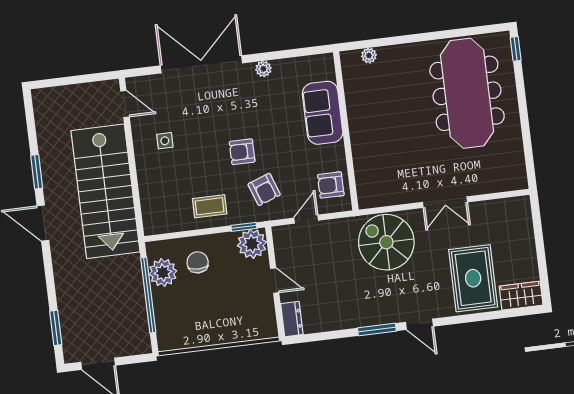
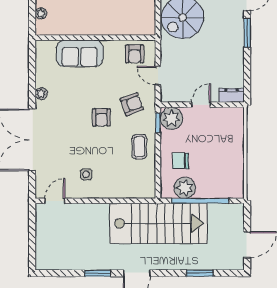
stairs: (105, 191) -> (159, 223), moved
window: (56, 328) -> (200, 273), moved

